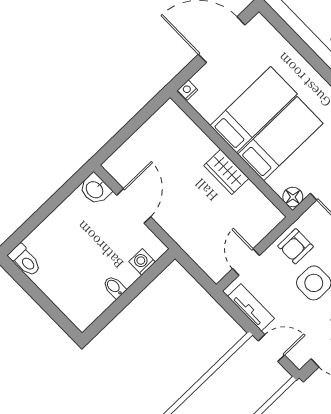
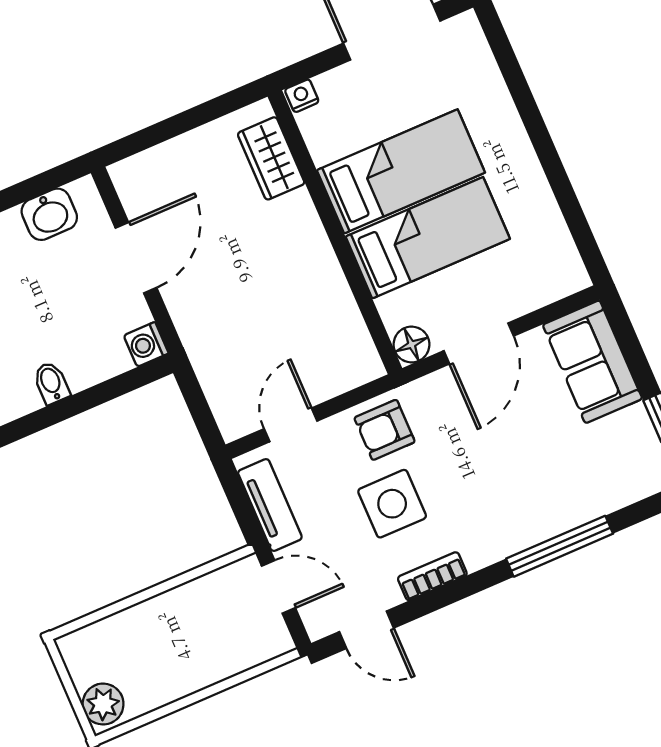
wardrobe: (226, 172) -> (271, 158), moved
washbasin: (95, 189) -> (49, 214), moved, turned -90
washing machine: (142, 262) -> (146, 344), moved, turned -90

